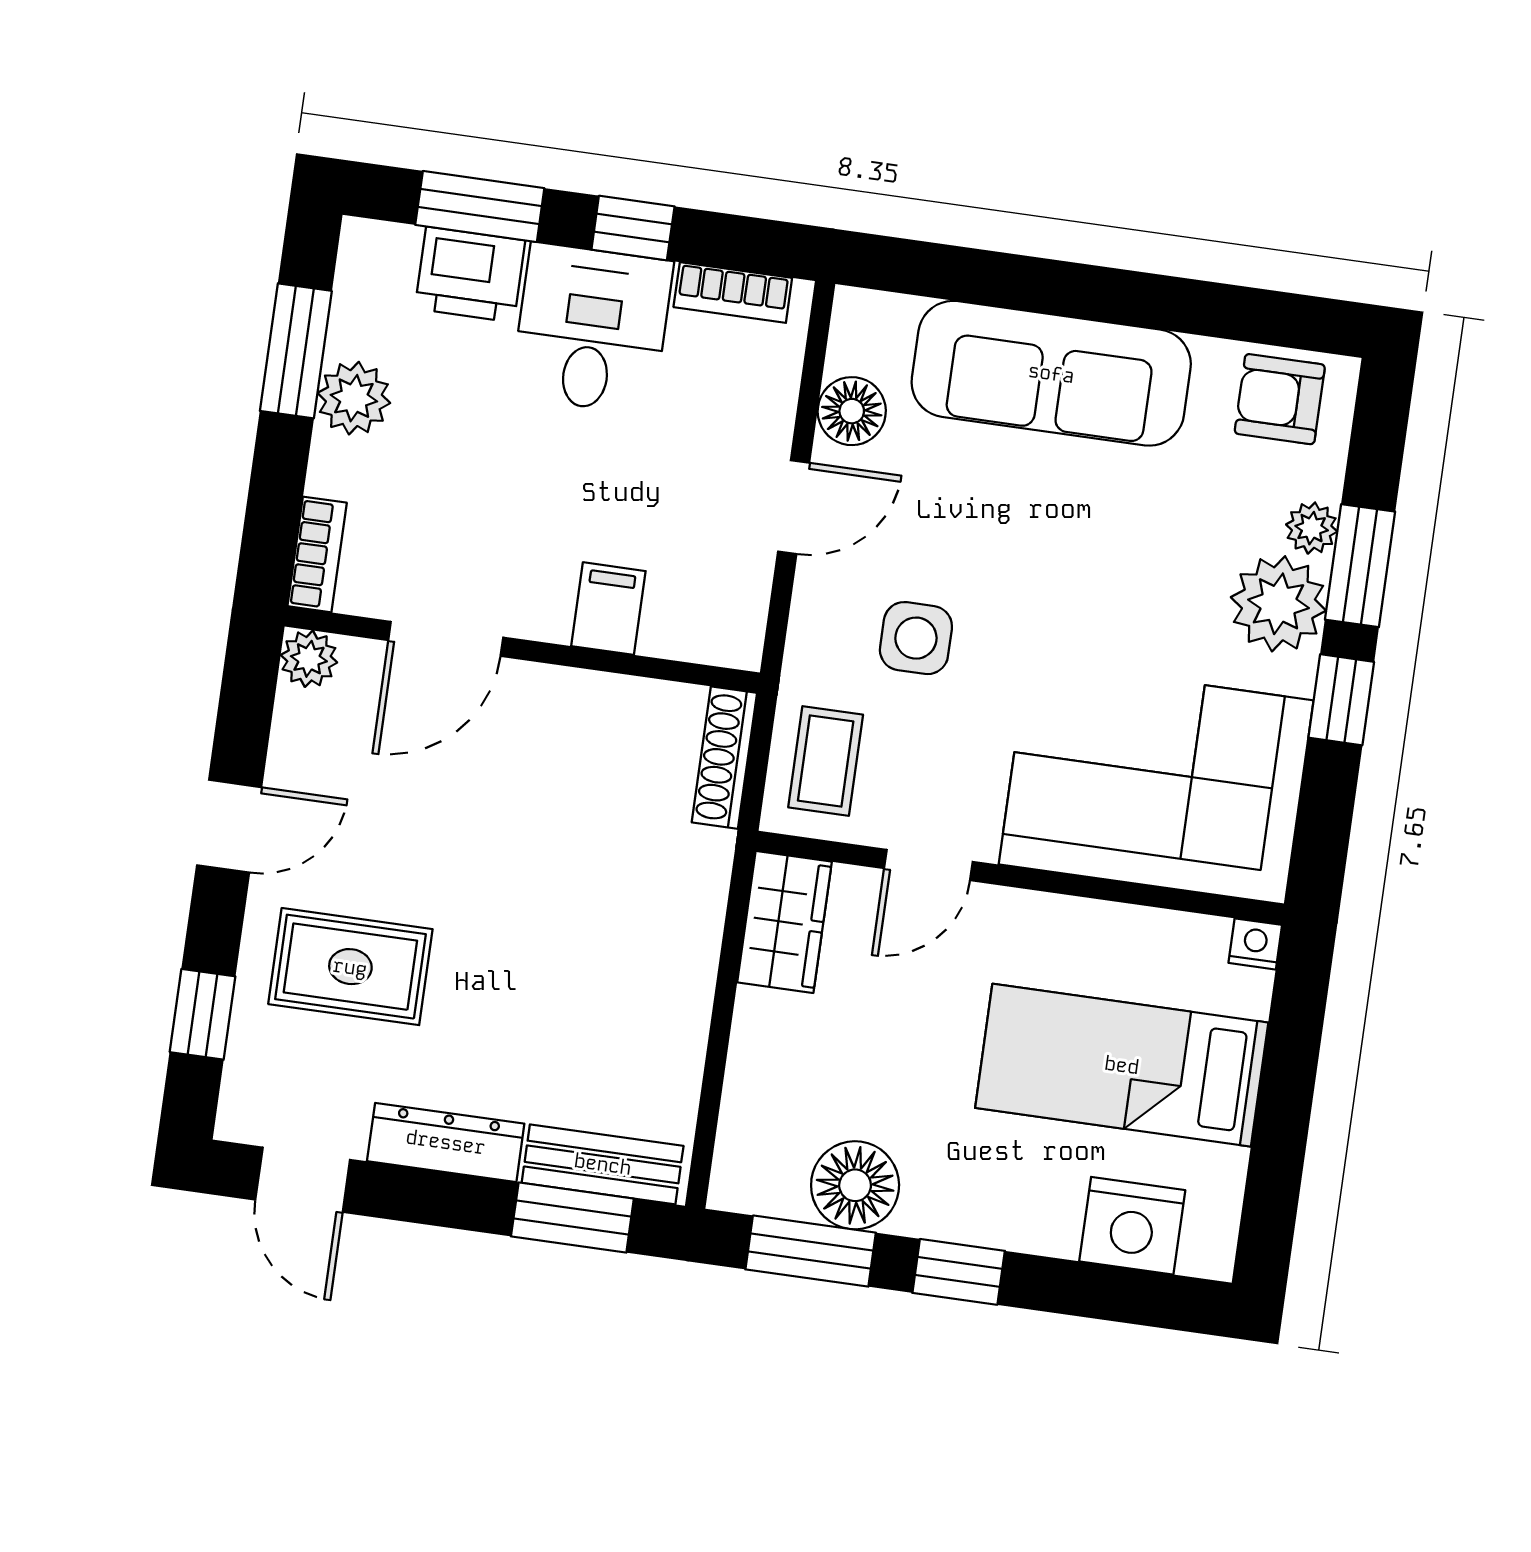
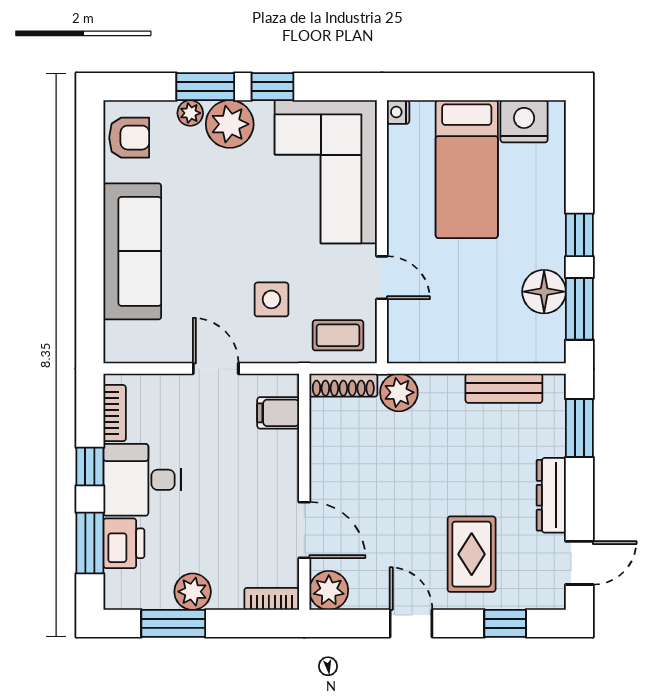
armchair: (1280, 399) -> (129, 138), turned -90
floor lamp: (852, 411) -> (165, 347), removed
filing cabinet: (608, 609) -> (278, 413), moved
plant: (309, 659) -> (329, 590), width x1.38, depth x1.38
plant: (694, 867) -> (399, 392), added
wardrobe: (784, 922) -> (420, 344), removed
bench: (603, 1164) -> (504, 388), moved, turned 90
nightstand: (1132, 1226) -> (524, 121), moved, turned -90

